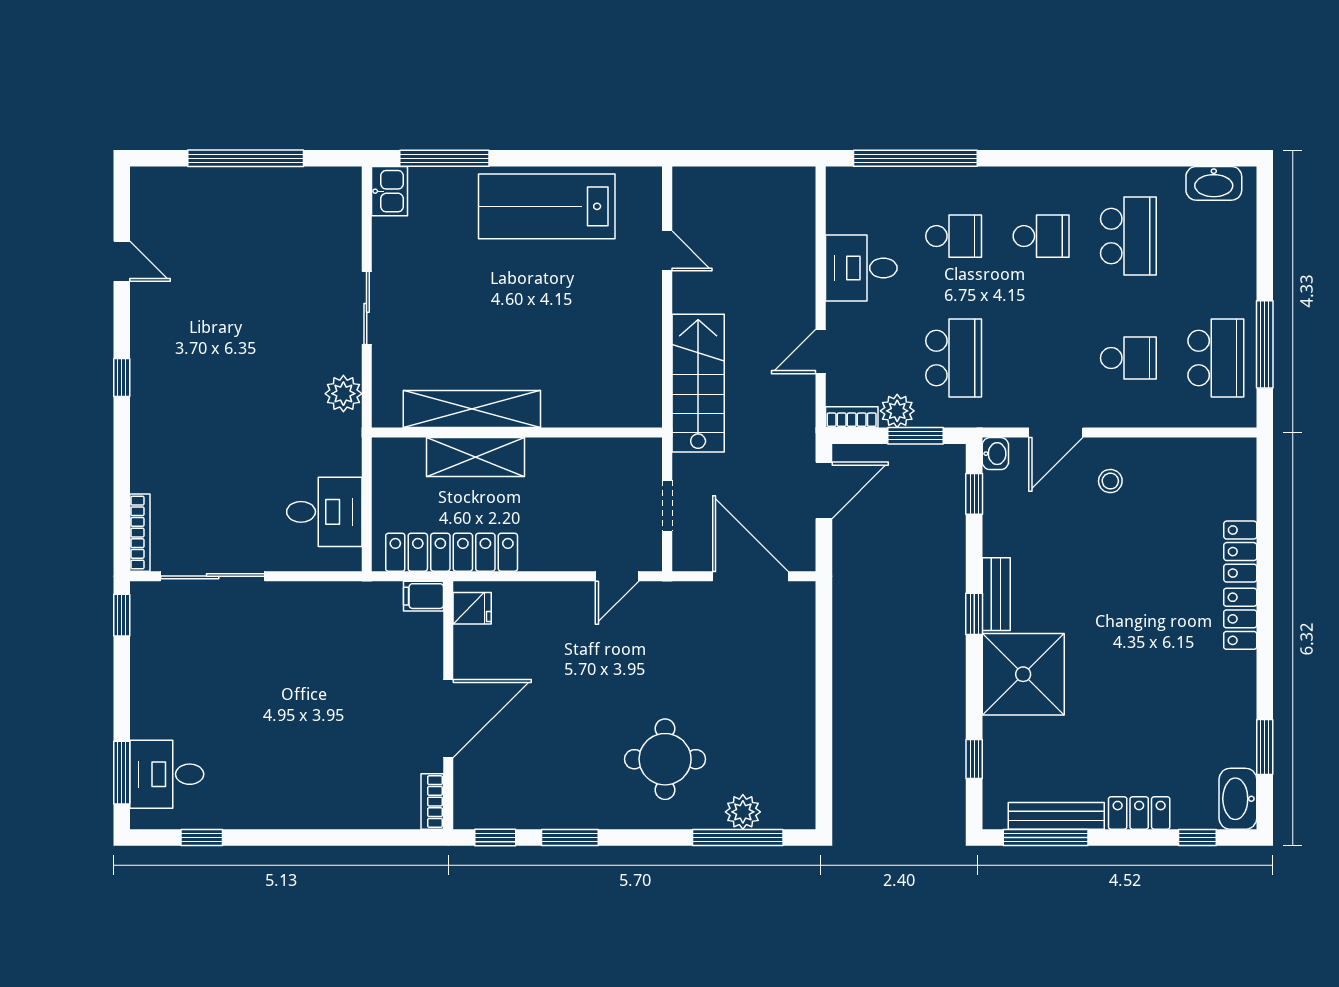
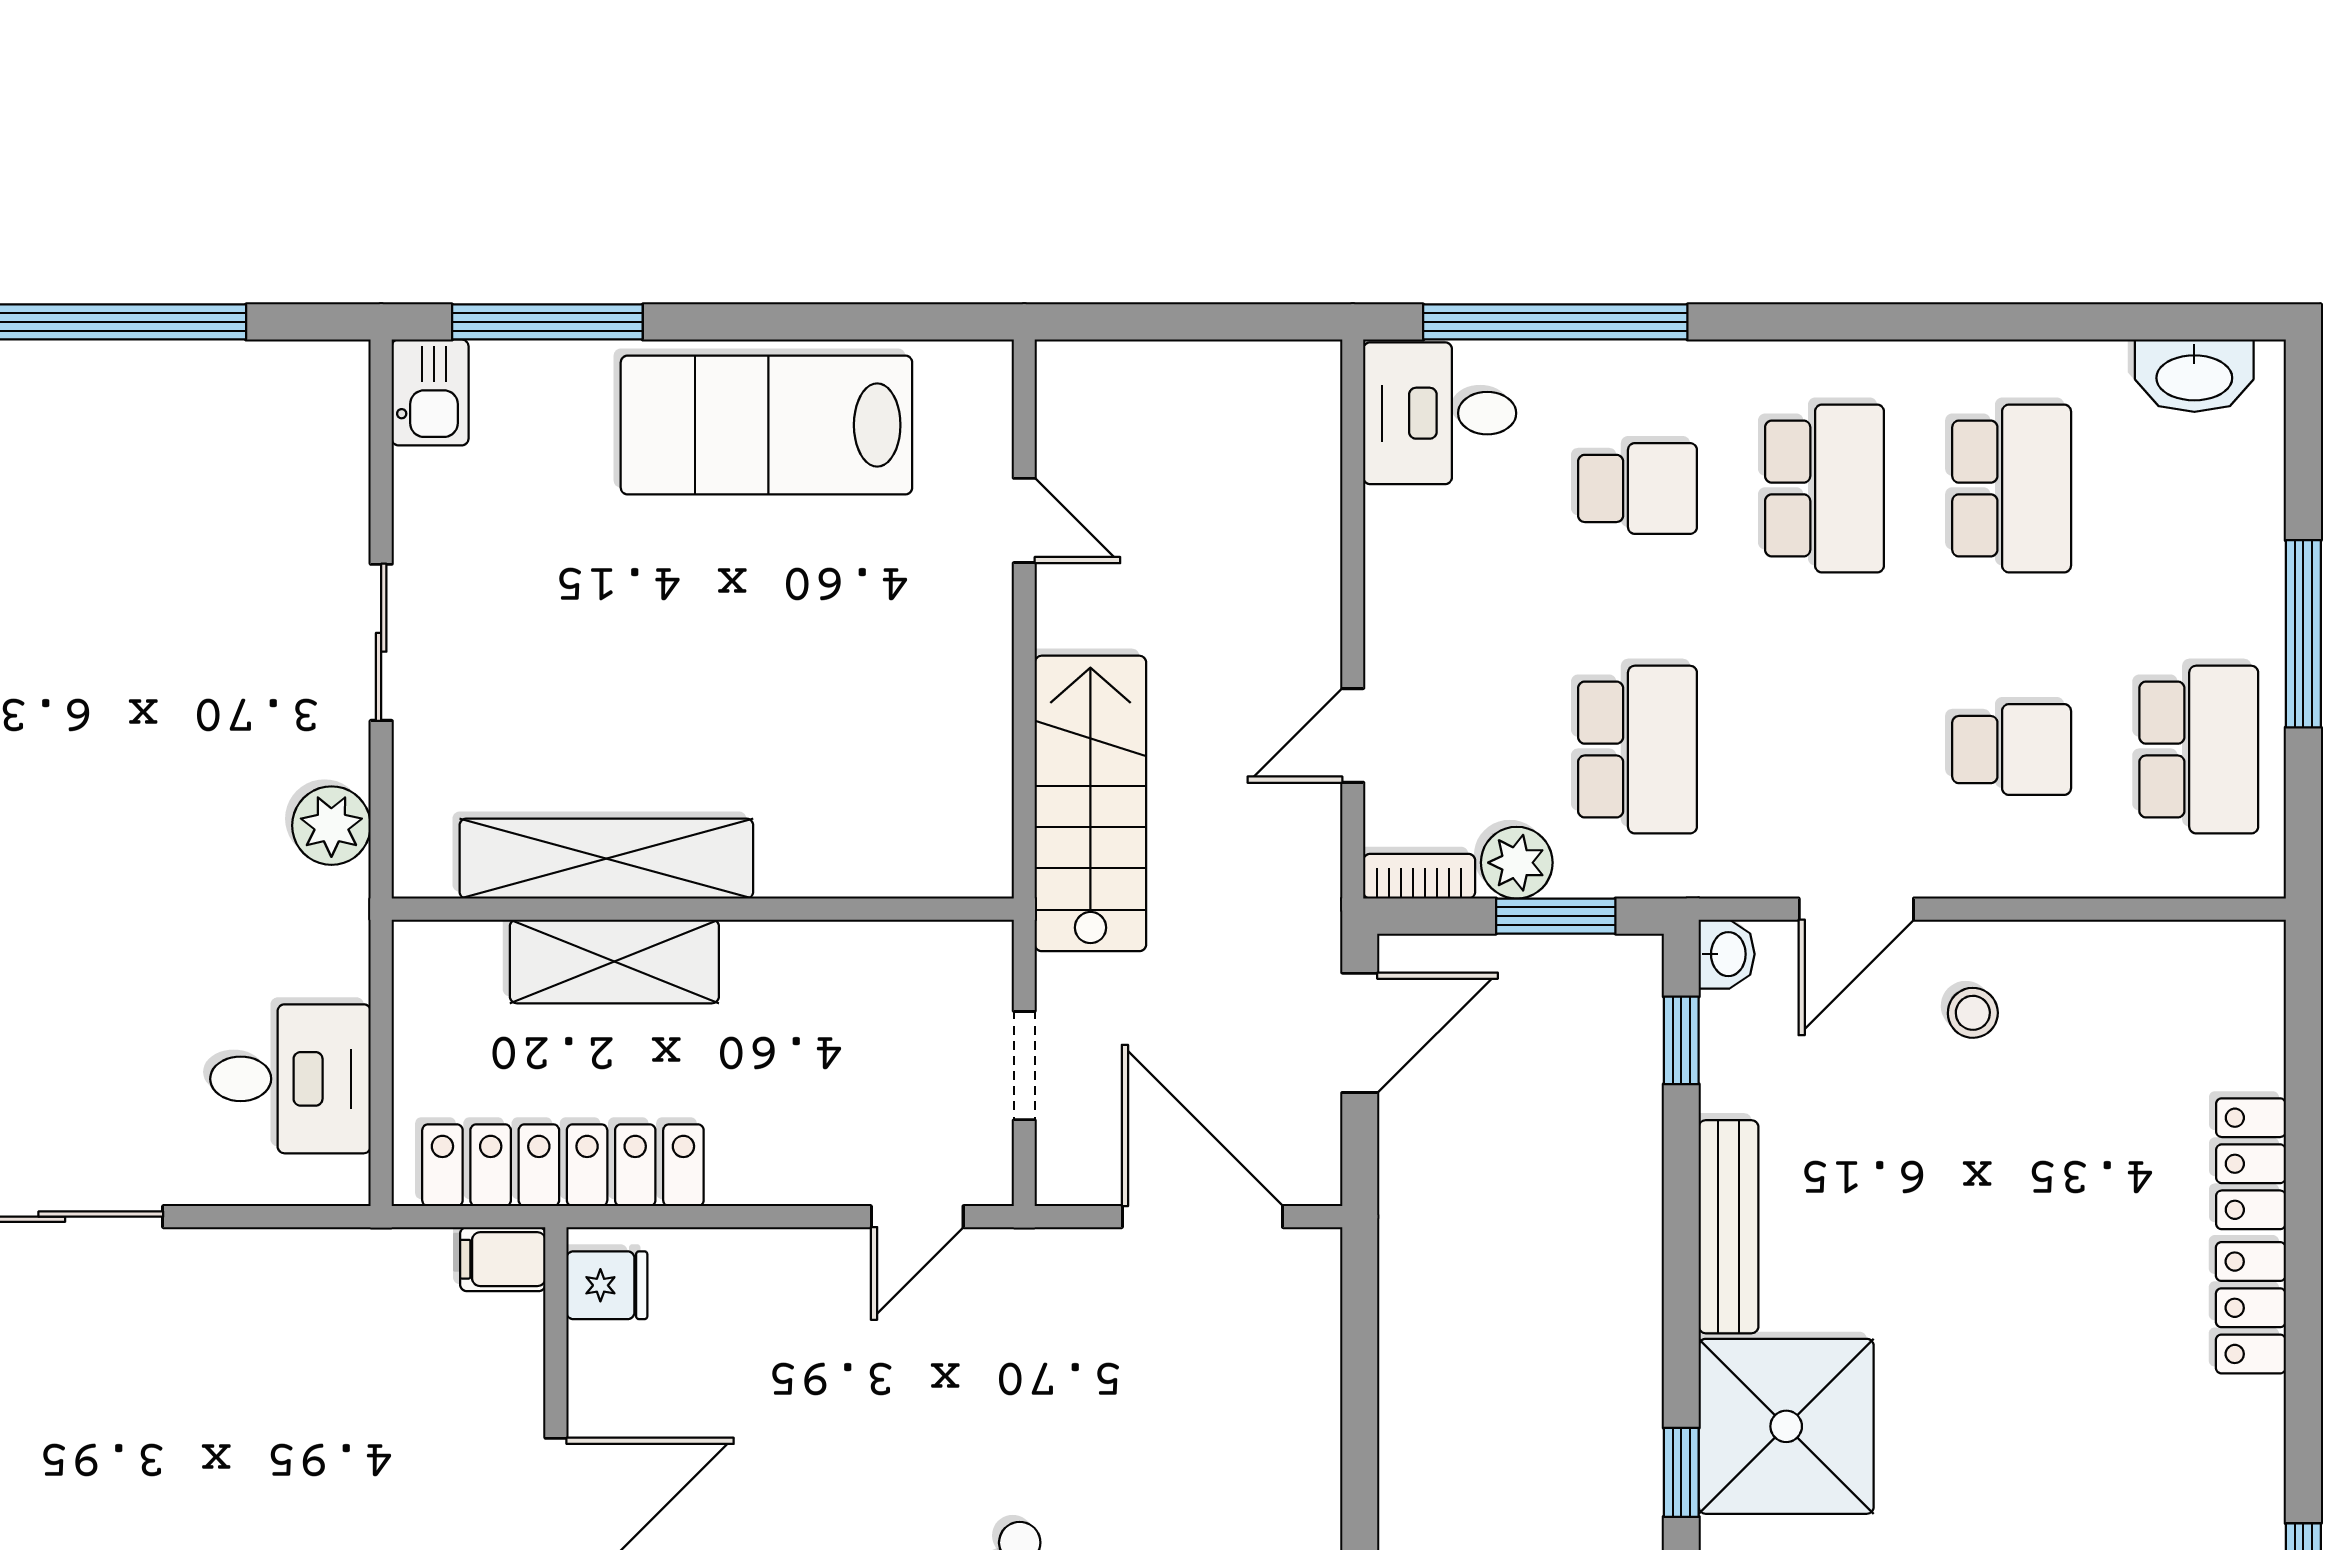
school desk: (1041, 236) -> (1825, 488), width x1.85
desk: (861, 268) -> (1440, 413), moved
window: (1265, 344) -> (2303, 634), moved
bench: (996, 594) -> (1729, 1227), width x1.36
window: (974, 614) -> (1681, 1472), moved

